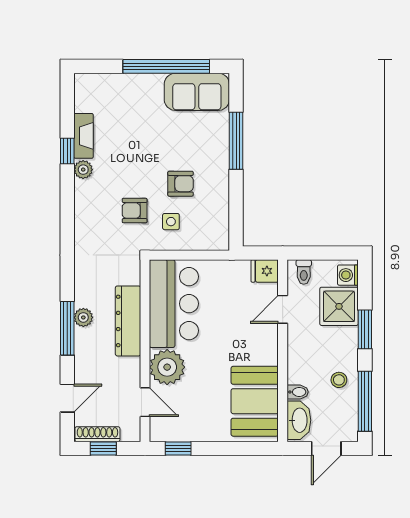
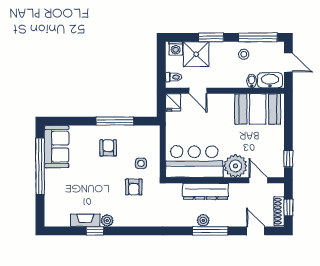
window: (236, 141) -> (115, 121), moved
armchair: (181, 184) -> (108, 148), moved
door: (145, 402) -> (258, 180), hinge flipped

